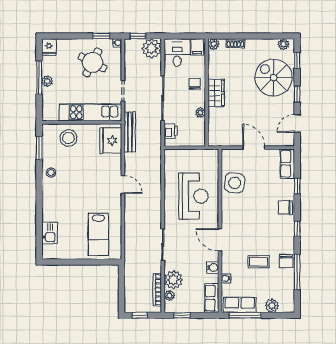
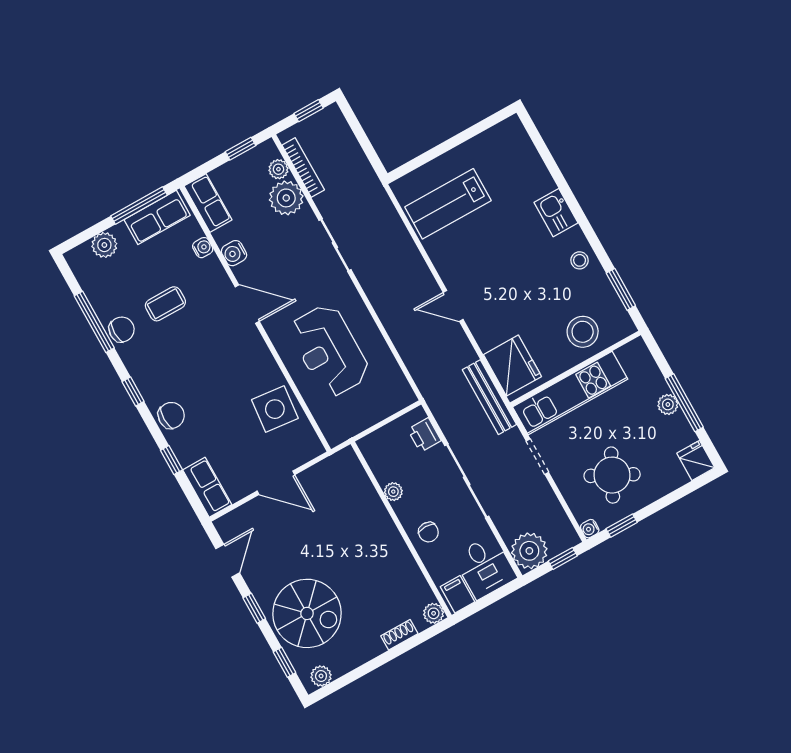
wardrobe: (216, 93) -> (386, 537), removed
kitchen sink: (50, 233) -> (556, 213), moved
lab bench: (98, 234) -> (448, 204), turned -90
chair: (286, 261) -> (122, 329), turned 90

